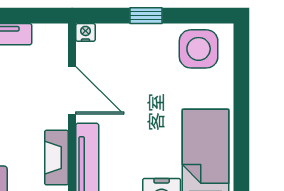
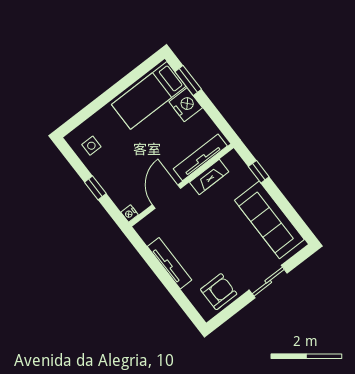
side table: (199, 49) -> (91, 146), width x0.54, depth x0.54

